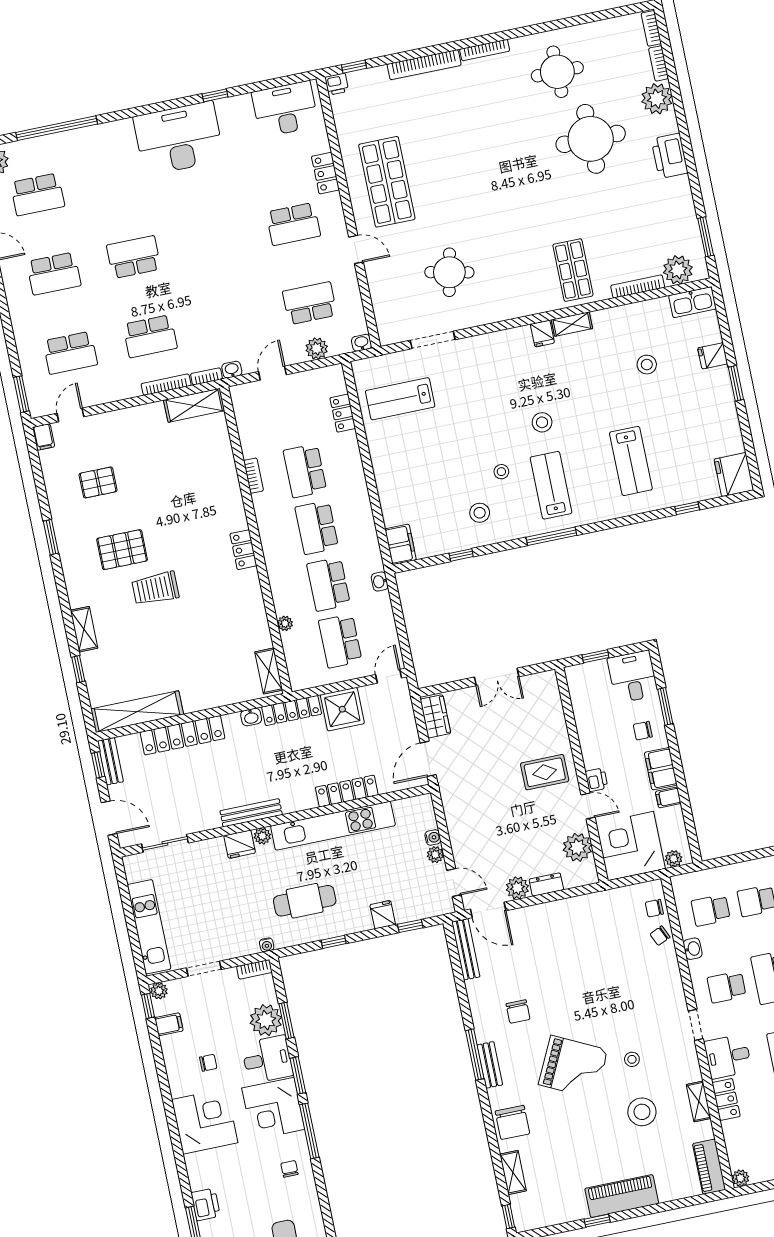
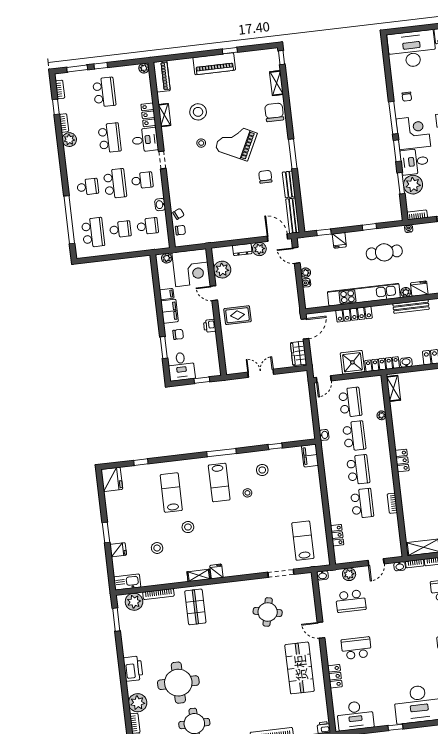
lab bench: (400, 399) -> (303, 541), turned -90
stool: (542, 422) -> (188, 527), moved
printer: (596, 780) -> (210, 326), moved
bench: (490, 1065) -> (289, 184), moved

